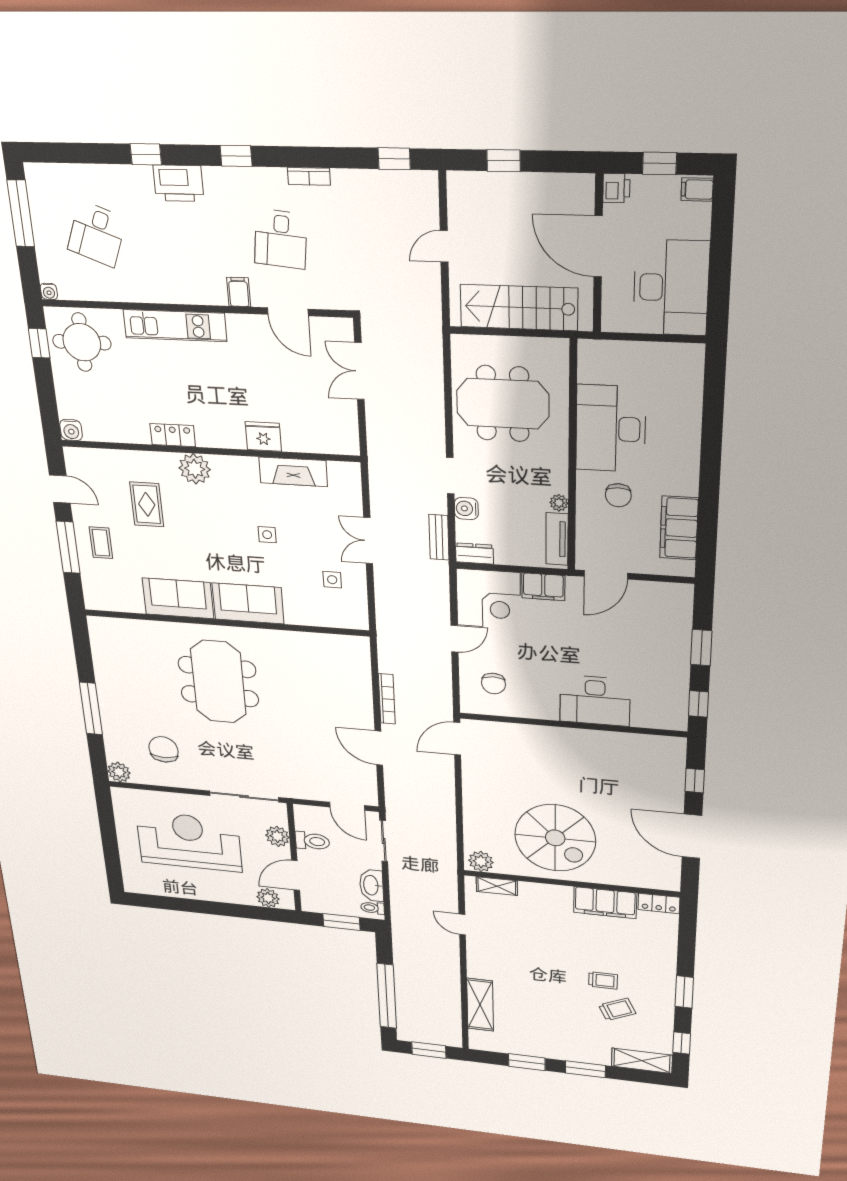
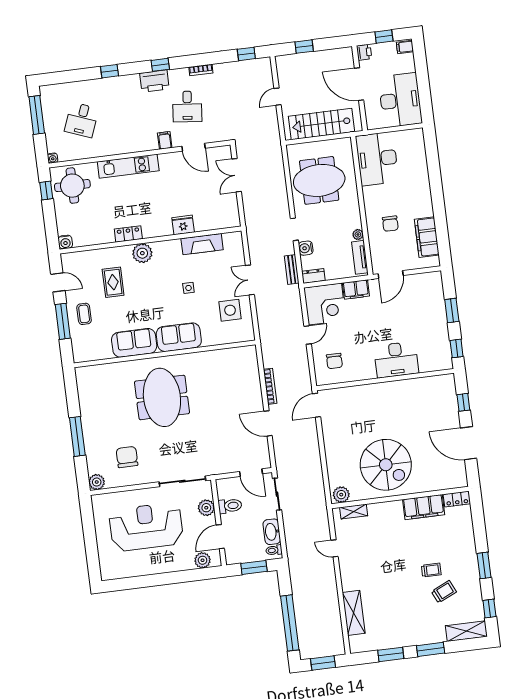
printer: (178, 183) -> (154, 81), moved
desk: (611, 429) -> (377, 159), moved
side table: (332, 580) -> (230, 310), width x1.87, depth x1.87

